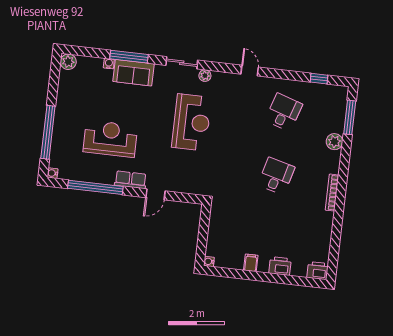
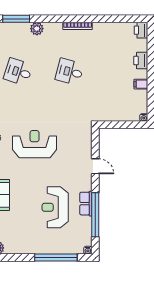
row of seats: (131, 180) -> (86, 204), moved

